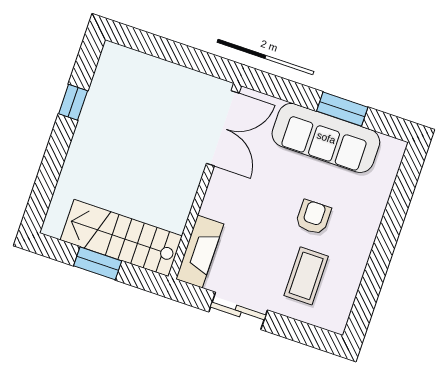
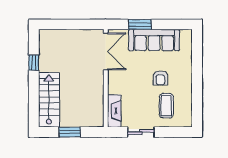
window: (342, 109) -> (140, 24), moved
armchair: (313, 217) -> (160, 78), turned 180
stairs: (121, 238) -> (49, 100), moved, turned 90

